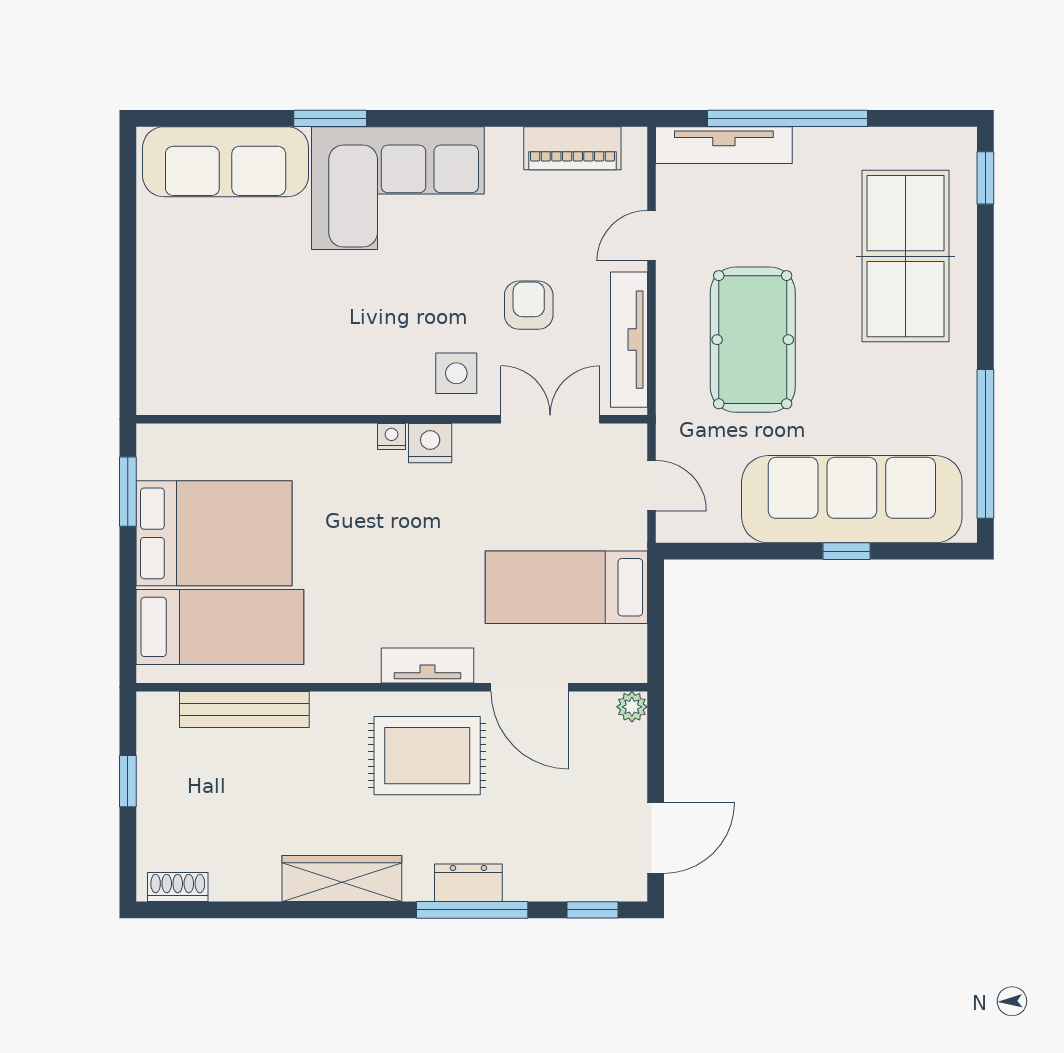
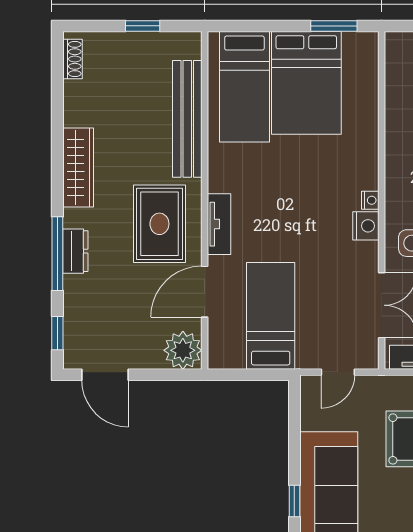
plant: (632, 707) -> (183, 350), width x1.88, depth x1.88
bench: (244, 710) -> (187, 119), width x1.37, depth x1.21

